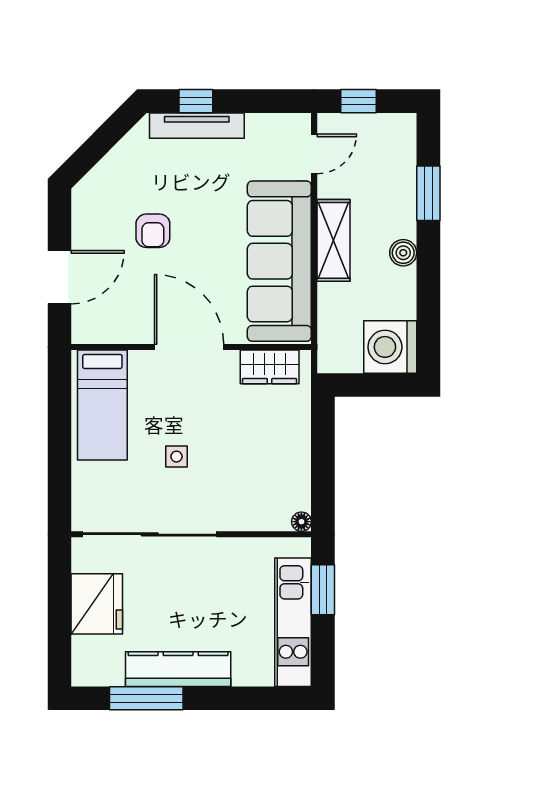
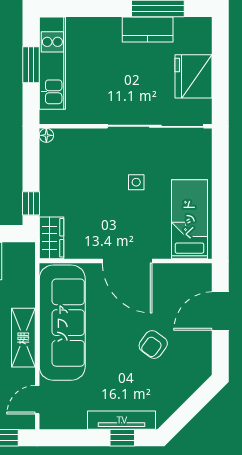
armchair: (153, 231) -> (153, 345), turned -144
wardrobe: (270, 367) -> (52, 238), moved, turned 90
window: (323, 427) -> (31, 203), added
window: (323, 590) -> (31, 65), moved
kitchen counter: (178, 669) -> (148, 29), width x0.67

